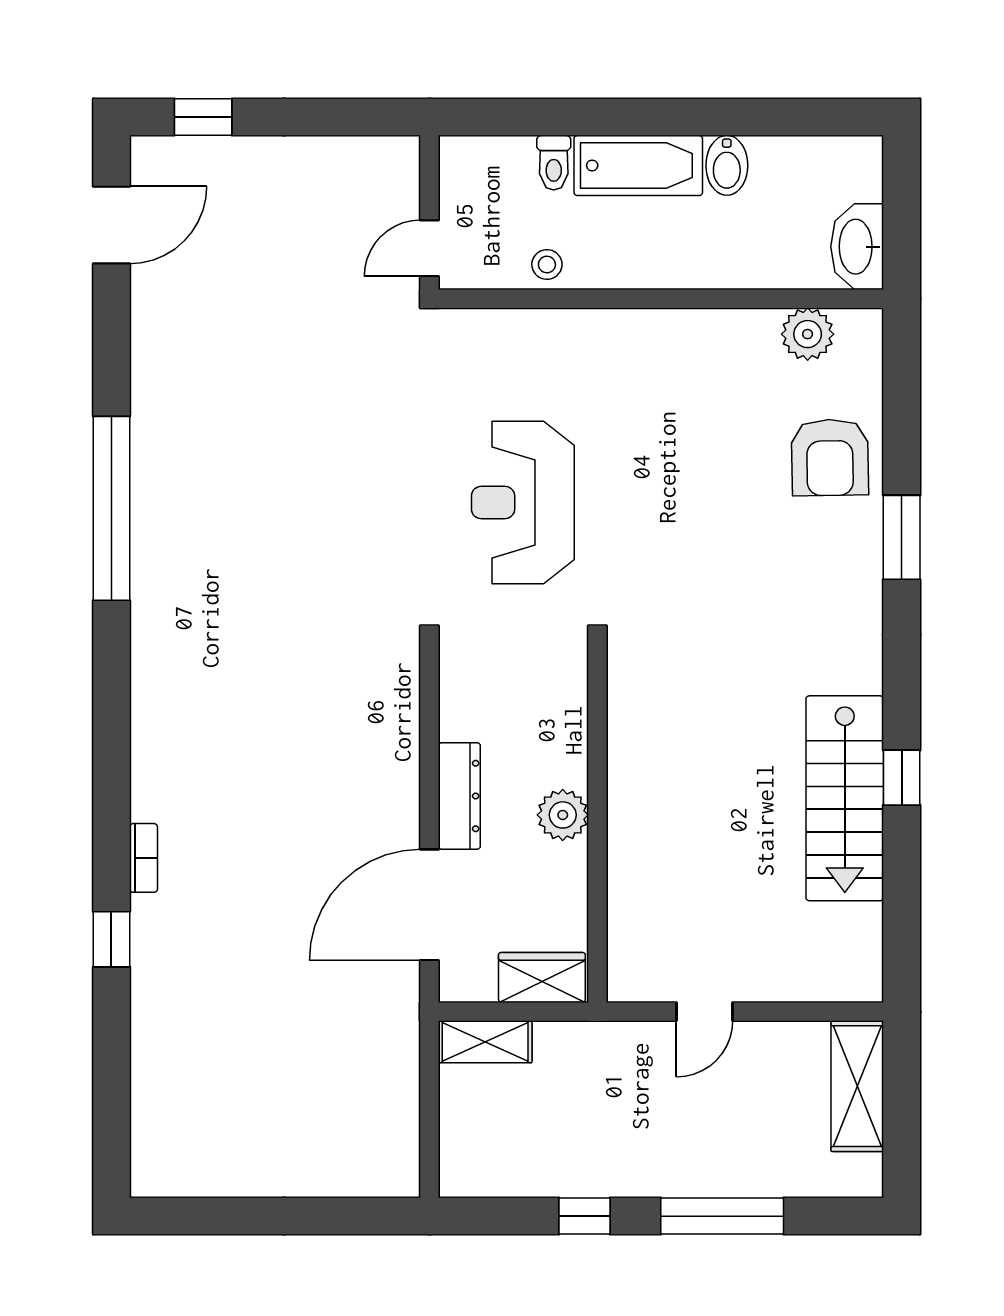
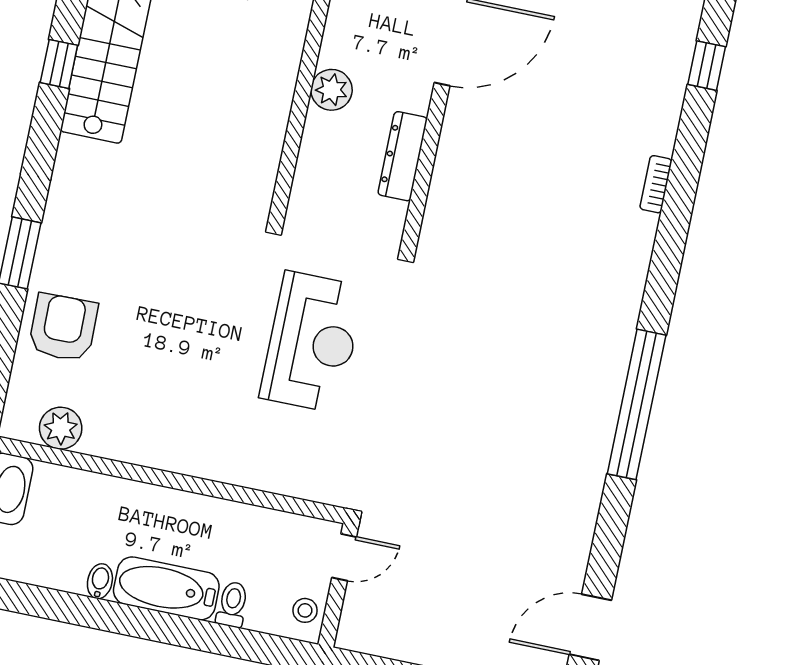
bidet: (727, 165) -> (100, 581), width x0.72, depth x0.74
stool: (547, 265) -> (305, 610), moved
dresser: (459, 796) -> (403, 156), moved
bookcase: (143, 858) -> (656, 184), moved

